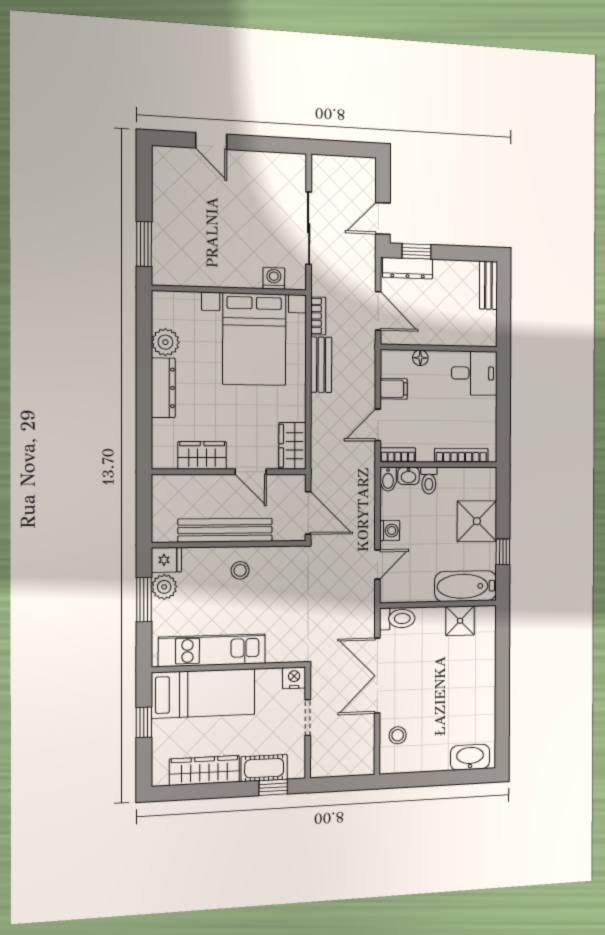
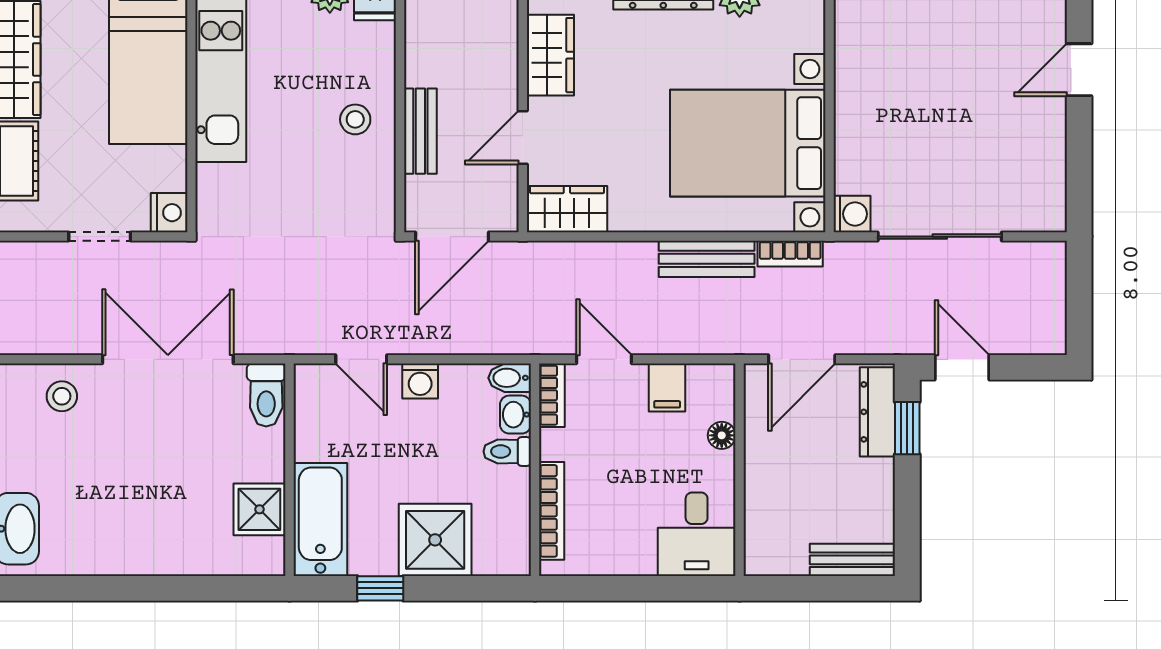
washing machine: (274, 278) -> (852, 214), moved
bench: (225, 530) -> (420, 131), width x0.54, depth x0.82

